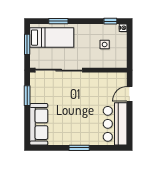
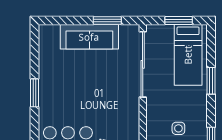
window: (58, 21) -> (211, 81), moved
sofa: (39, 124) -> (89, 37), moved

